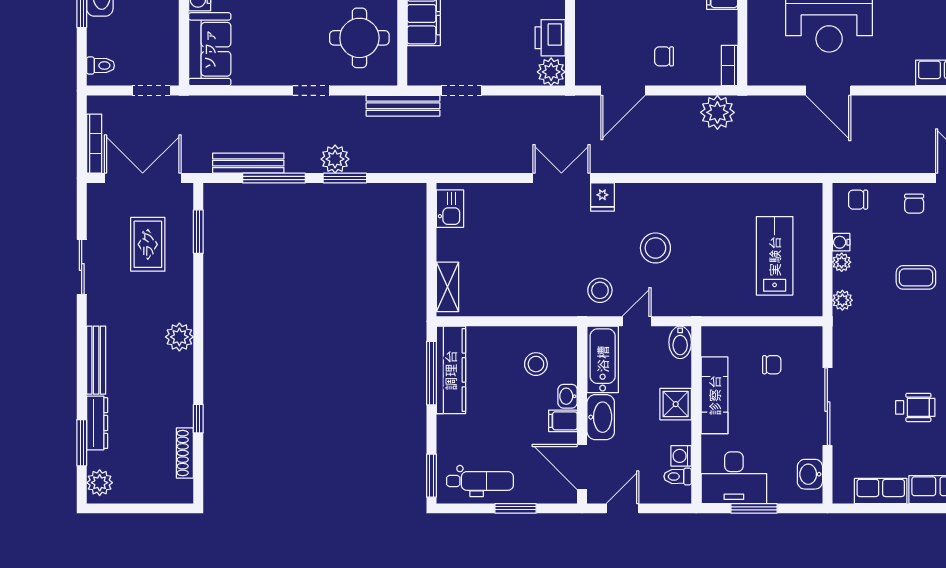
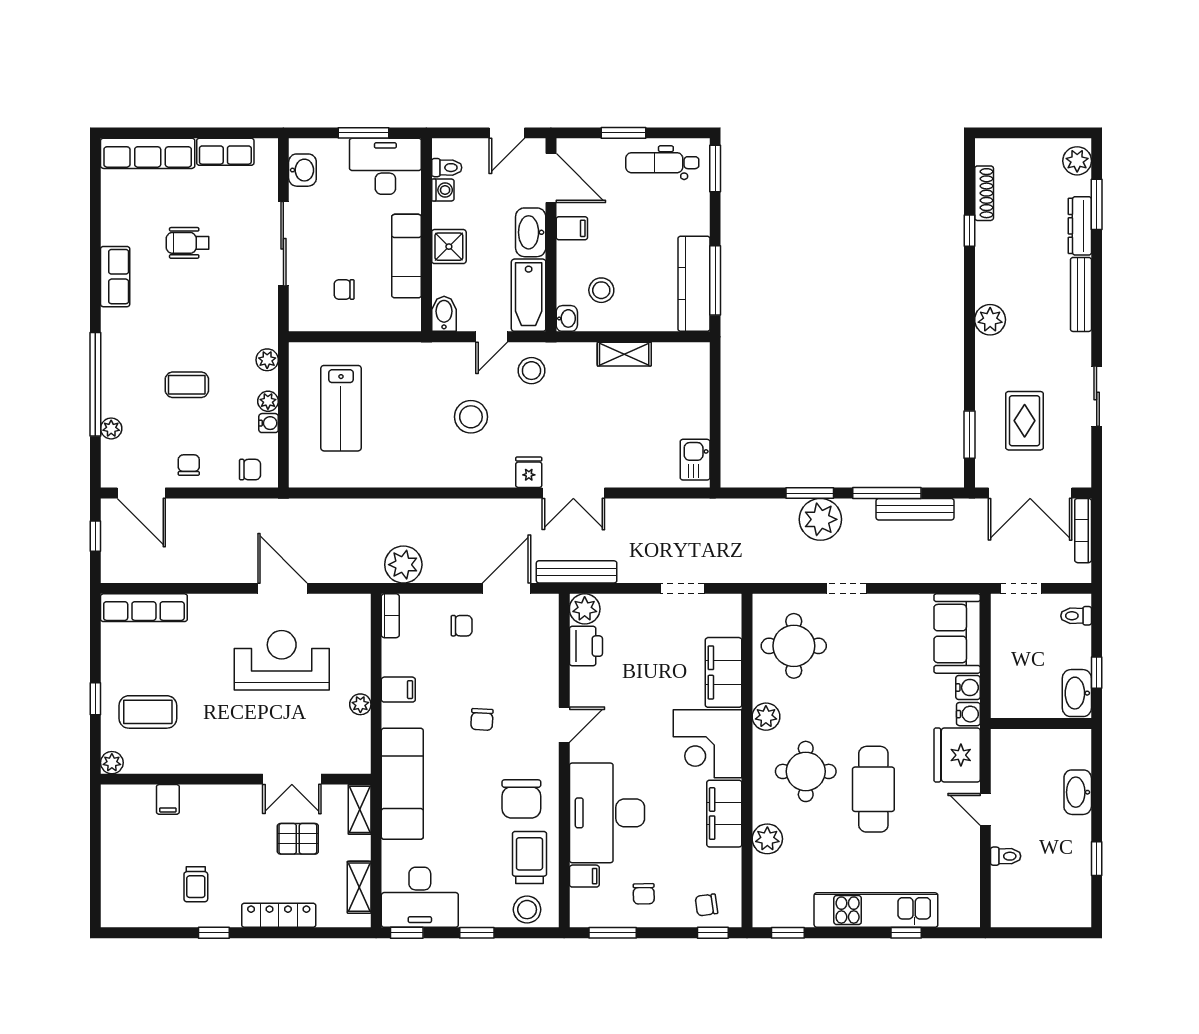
bench: (403, 106) -> (577, 572), moved
plant: (335, 159) -> (820, 519), width x1.36, depth x1.36
shelving: (447, 287) -> (624, 354), moved, turned 90
washbasin: (568, 396) -> (567, 318), moved

